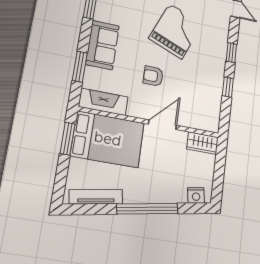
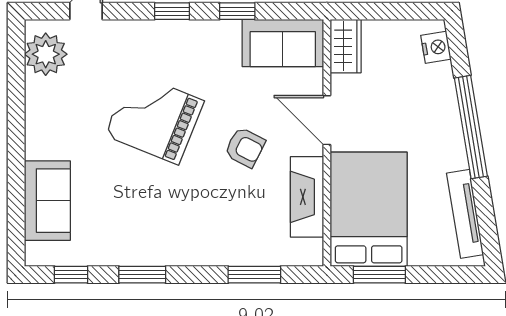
sofa: (102, 45) -> (283, 43), moved, turned 180
armchair: (153, 76) -> (245, 147), turned -63
fireplace: (103, 102) -> (307, 197), moved

